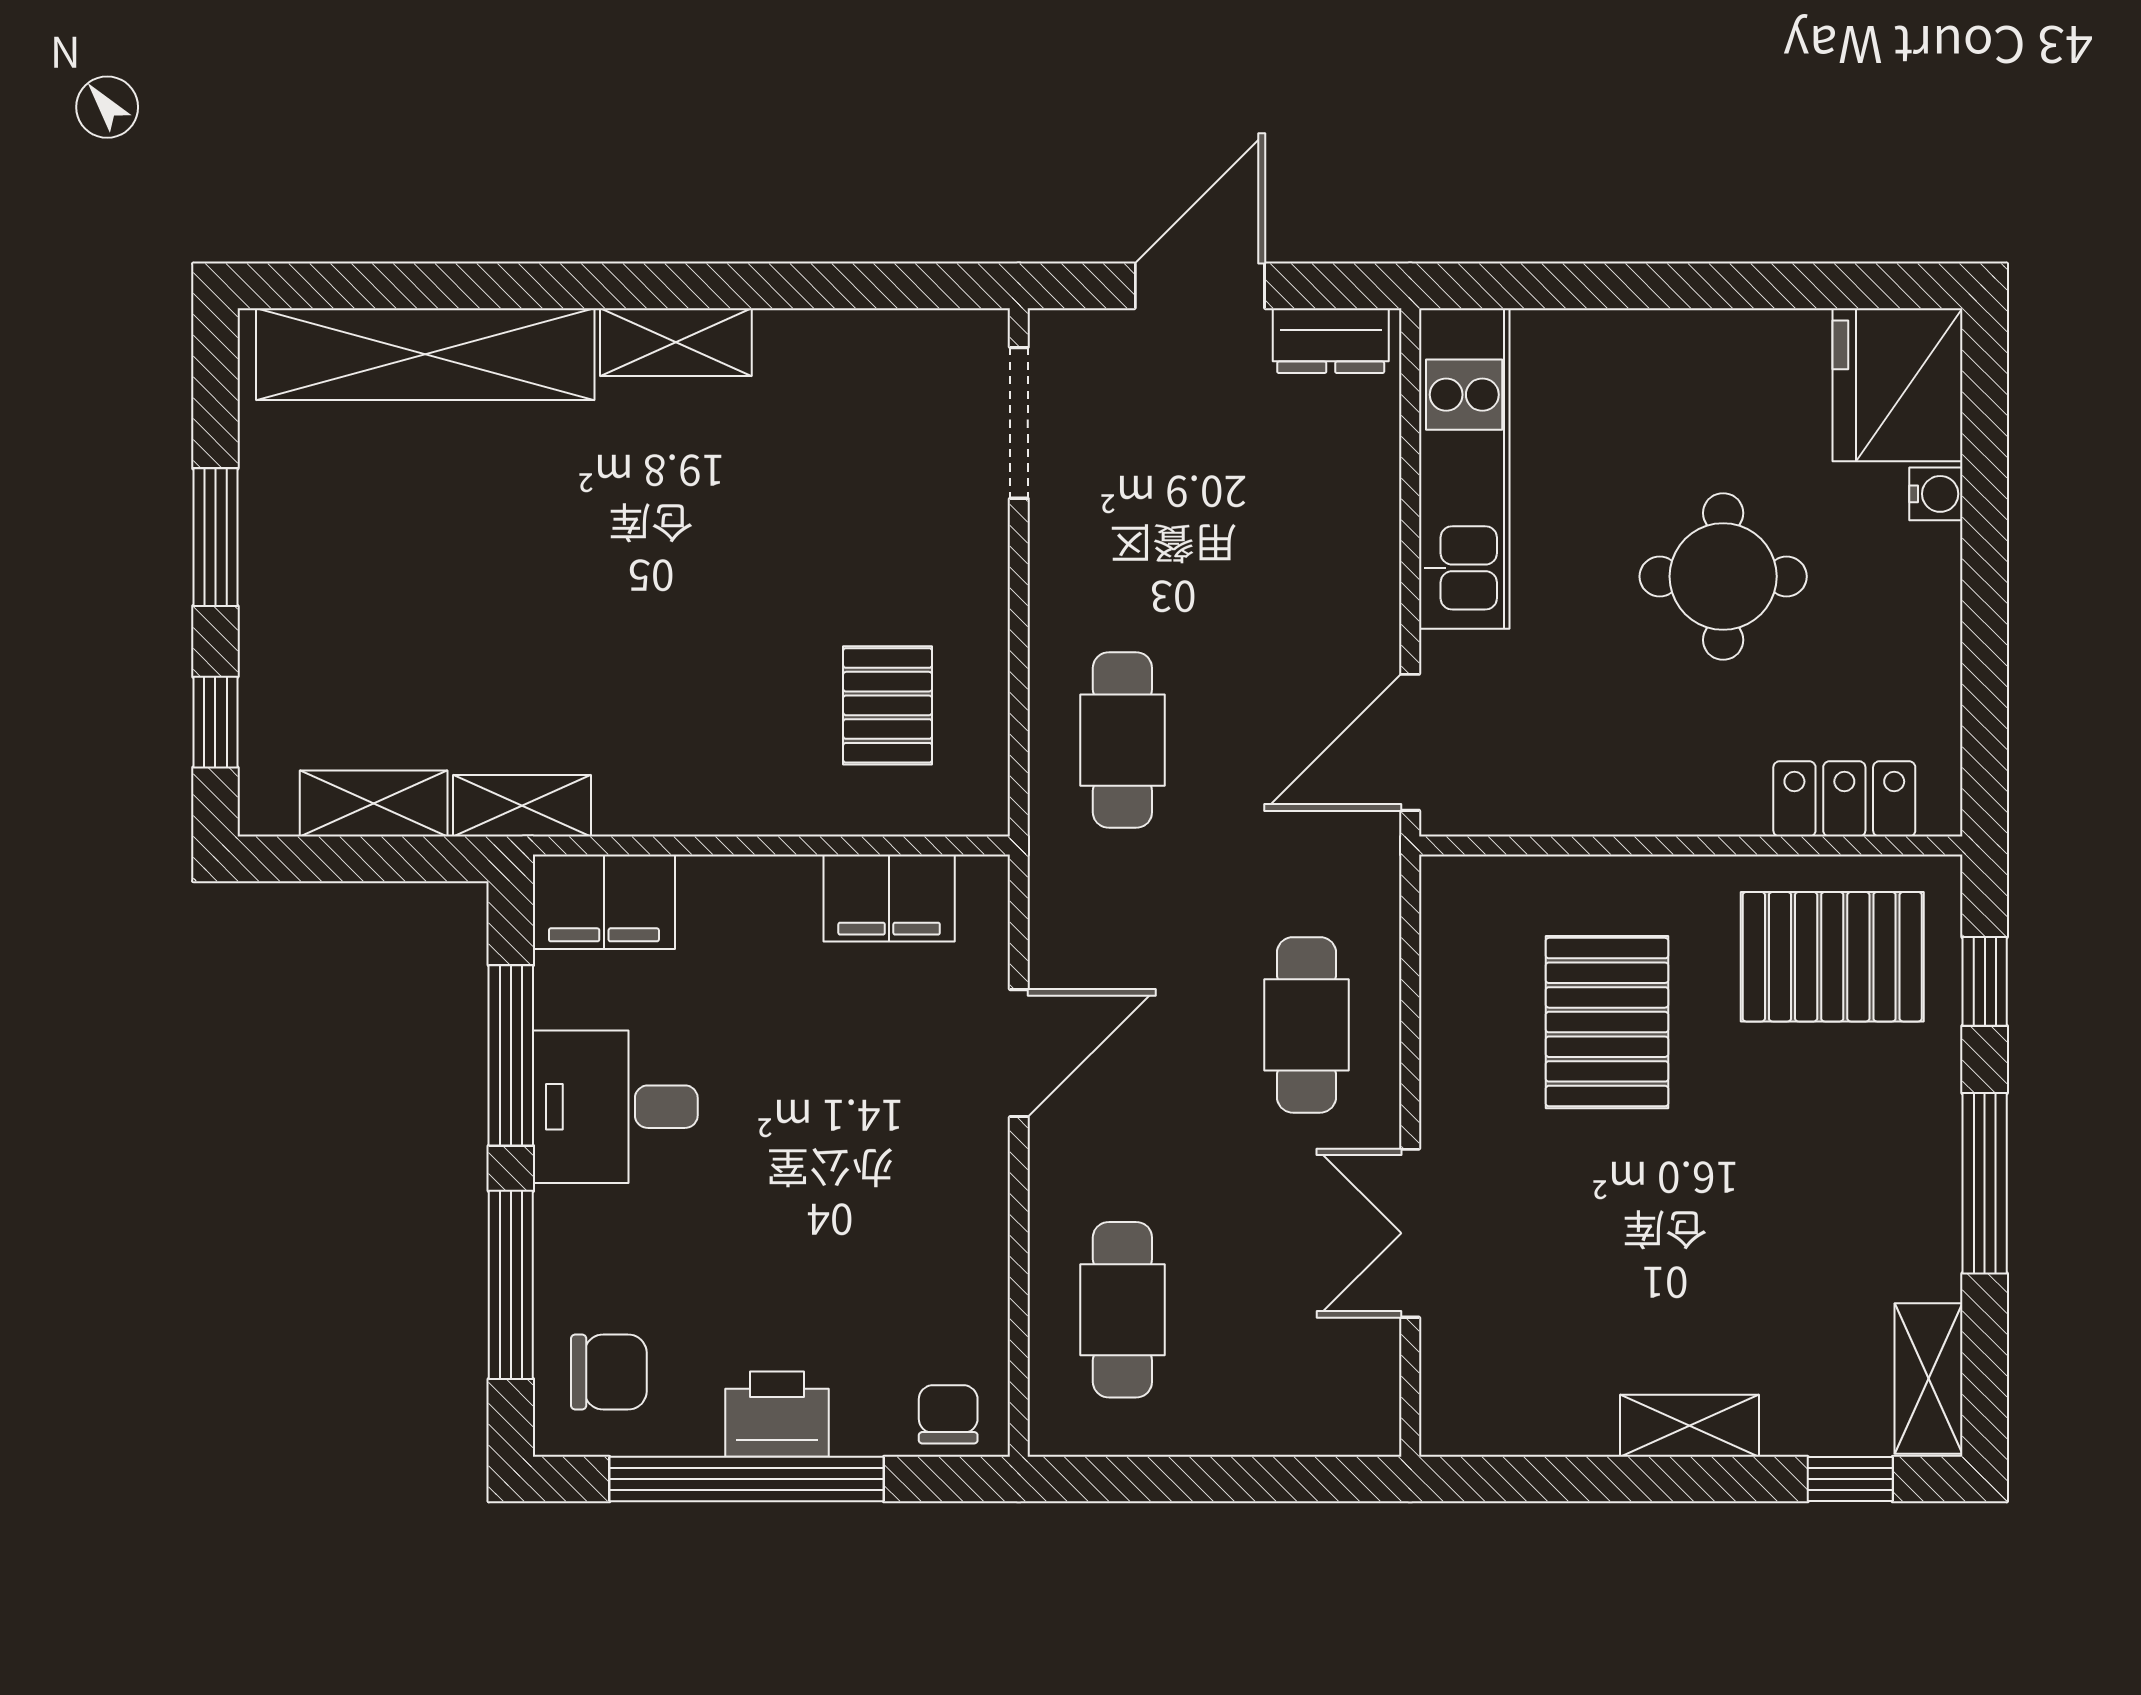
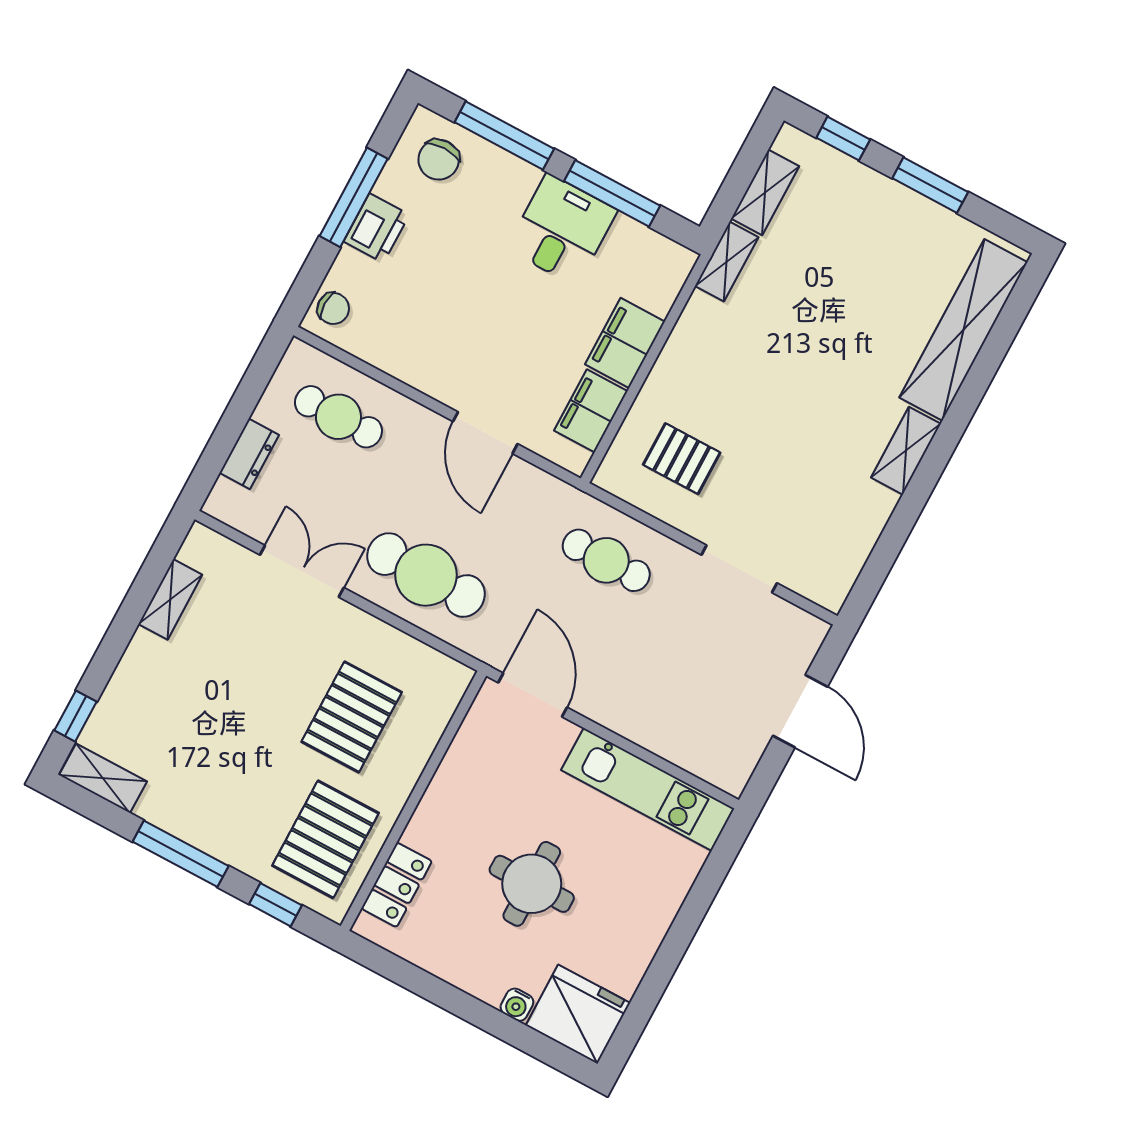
dresser: (1331, 341) -> (249, 454), moved, turned 180
doorway: (1019, 423) -> (739, 569), moved
filing cabinet: (604, 902) -> (625, 343), moved
pallet: (1607, 1022) -> (352, 717), turned 90
cafe table: (1307, 1025) -> (426, 575), width x1.37, depth x1.35
shelving: (1690, 1426) -> (170, 599), moved
window: (747, 1479) -> (354, 197), width x0.68

